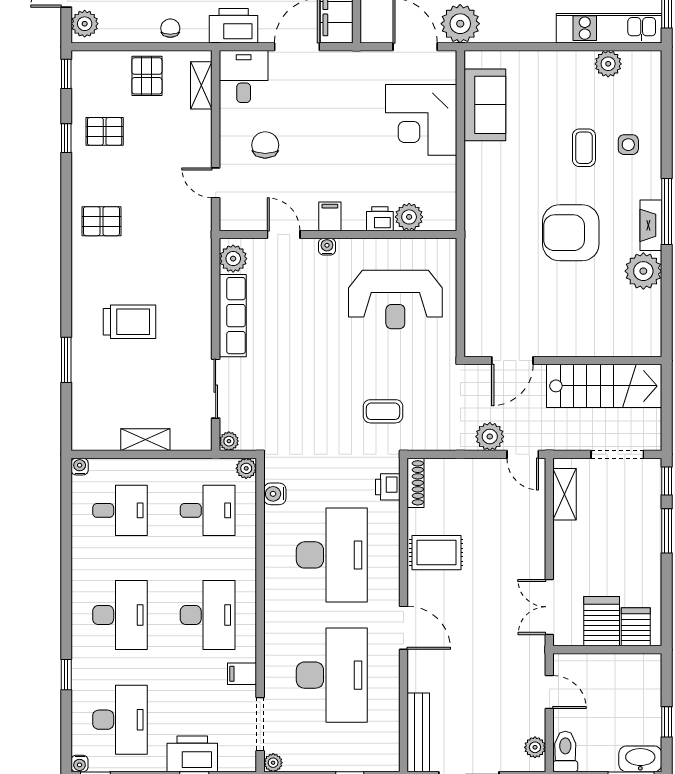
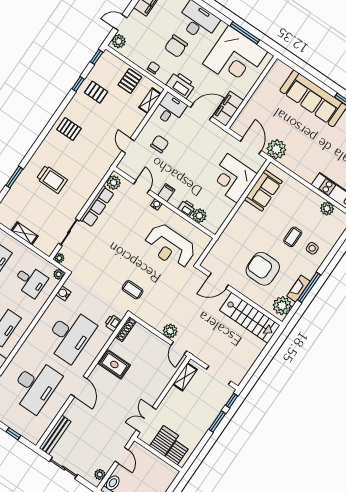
door: (512, 361) -> (219, 281), moved
wall: (563, 361) -> (240, 295), moved
stairs: (604, 386) -> (250, 318), moved

